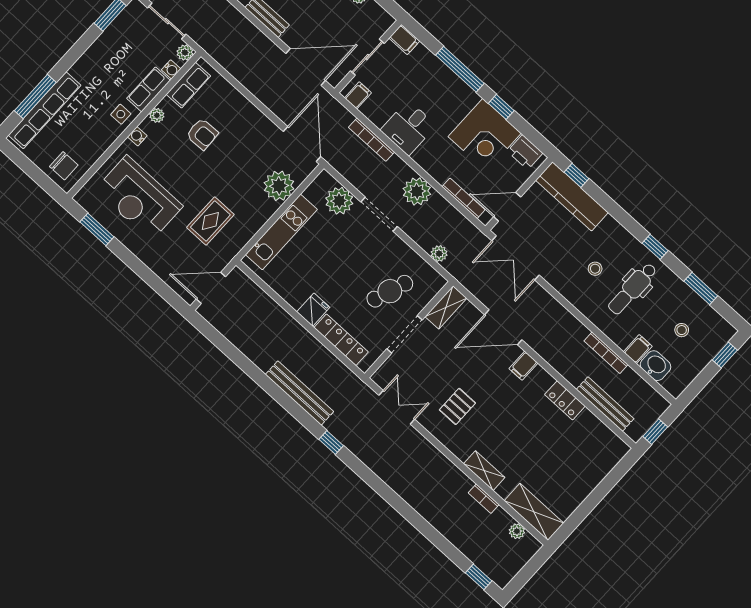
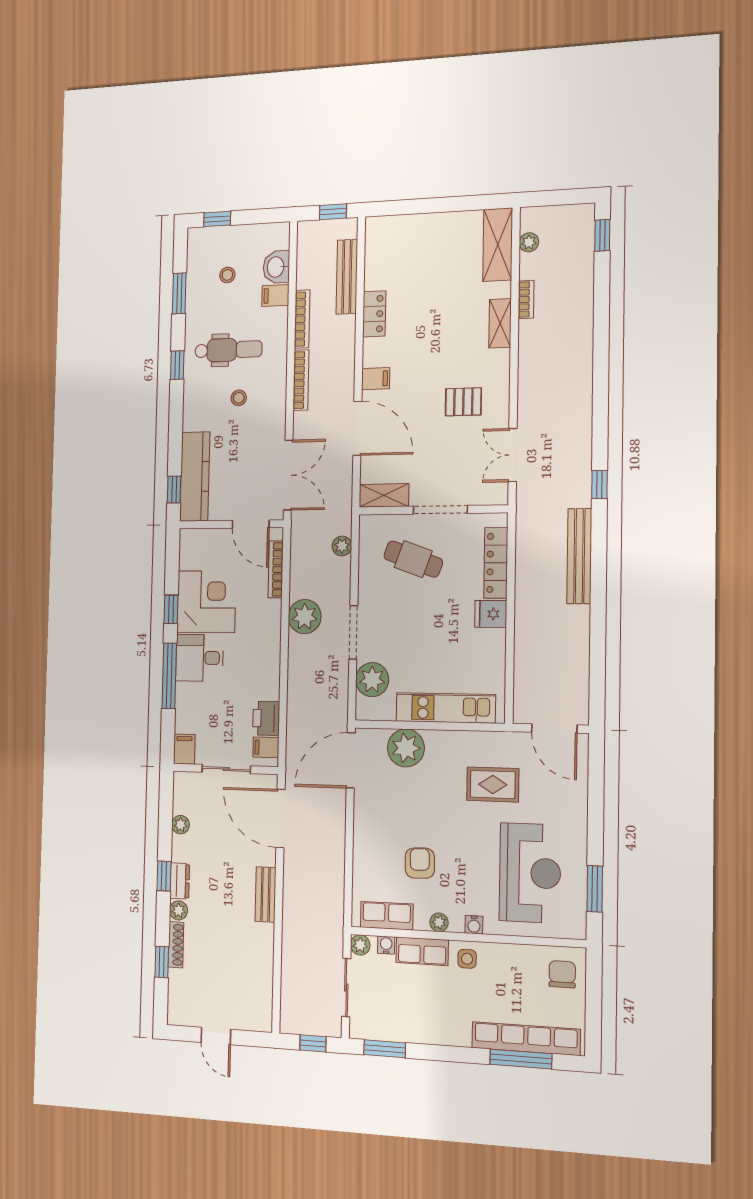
desk: (408, 128) -> (200, 658), moved, turned 180
bookcase: (371, 140) -> (301, 380), moved
printer: (525, 152) -> (266, 718), moved, turned 180

